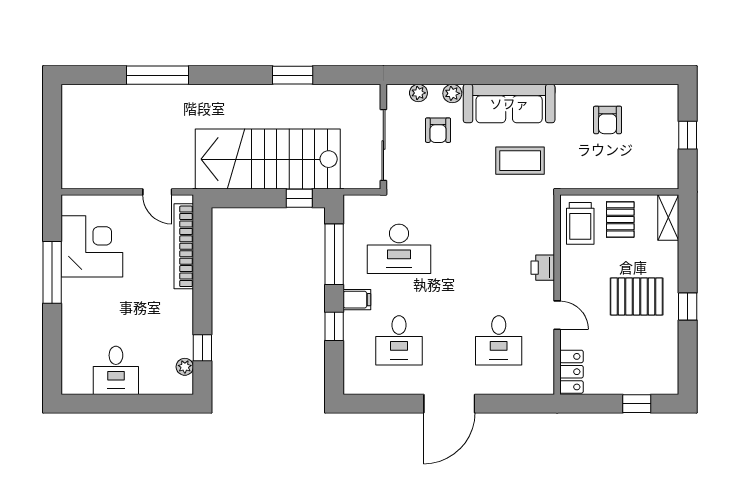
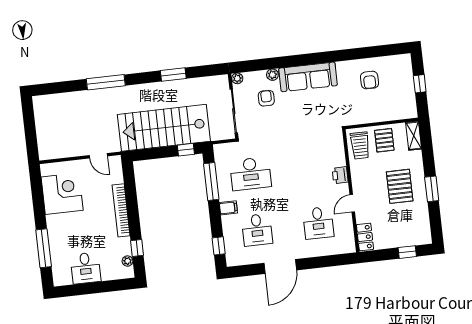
window: (157, 75) -> (106, 82), moved
plant: (418, 93) -> (237, 78), moved
armchair: (438, 130) -> (266, 98), turned 180
coffee table: (520, 161) -> (319, 111), removed
bookcase: (184, 246) -> (121, 210), moved
window: (52, 272) -> (44, 248), moved
pallet: (637, 296) -> (400, 186), turned 90
window: (688, 306) -> (432, 189), width x1.50
door: (557, 315) -> (352, 203), swing flipped
window: (334, 326) -> (219, 246), moved
door: (449, 404) -> (280, 267), moved

